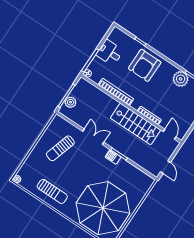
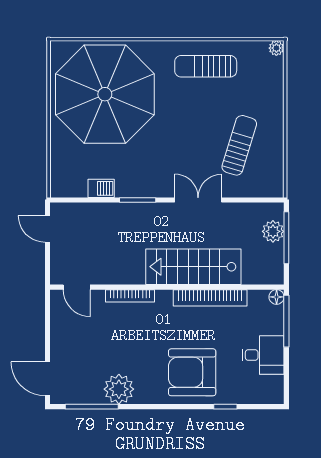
armchair: (145, 65) -> (192, 372), turned -90
stairs: (135, 124) -> (193, 267), moved
double door: (93, 137) -> (198, 200), swing flipped
barbecue: (113, 157) -> (101, 188), moved

